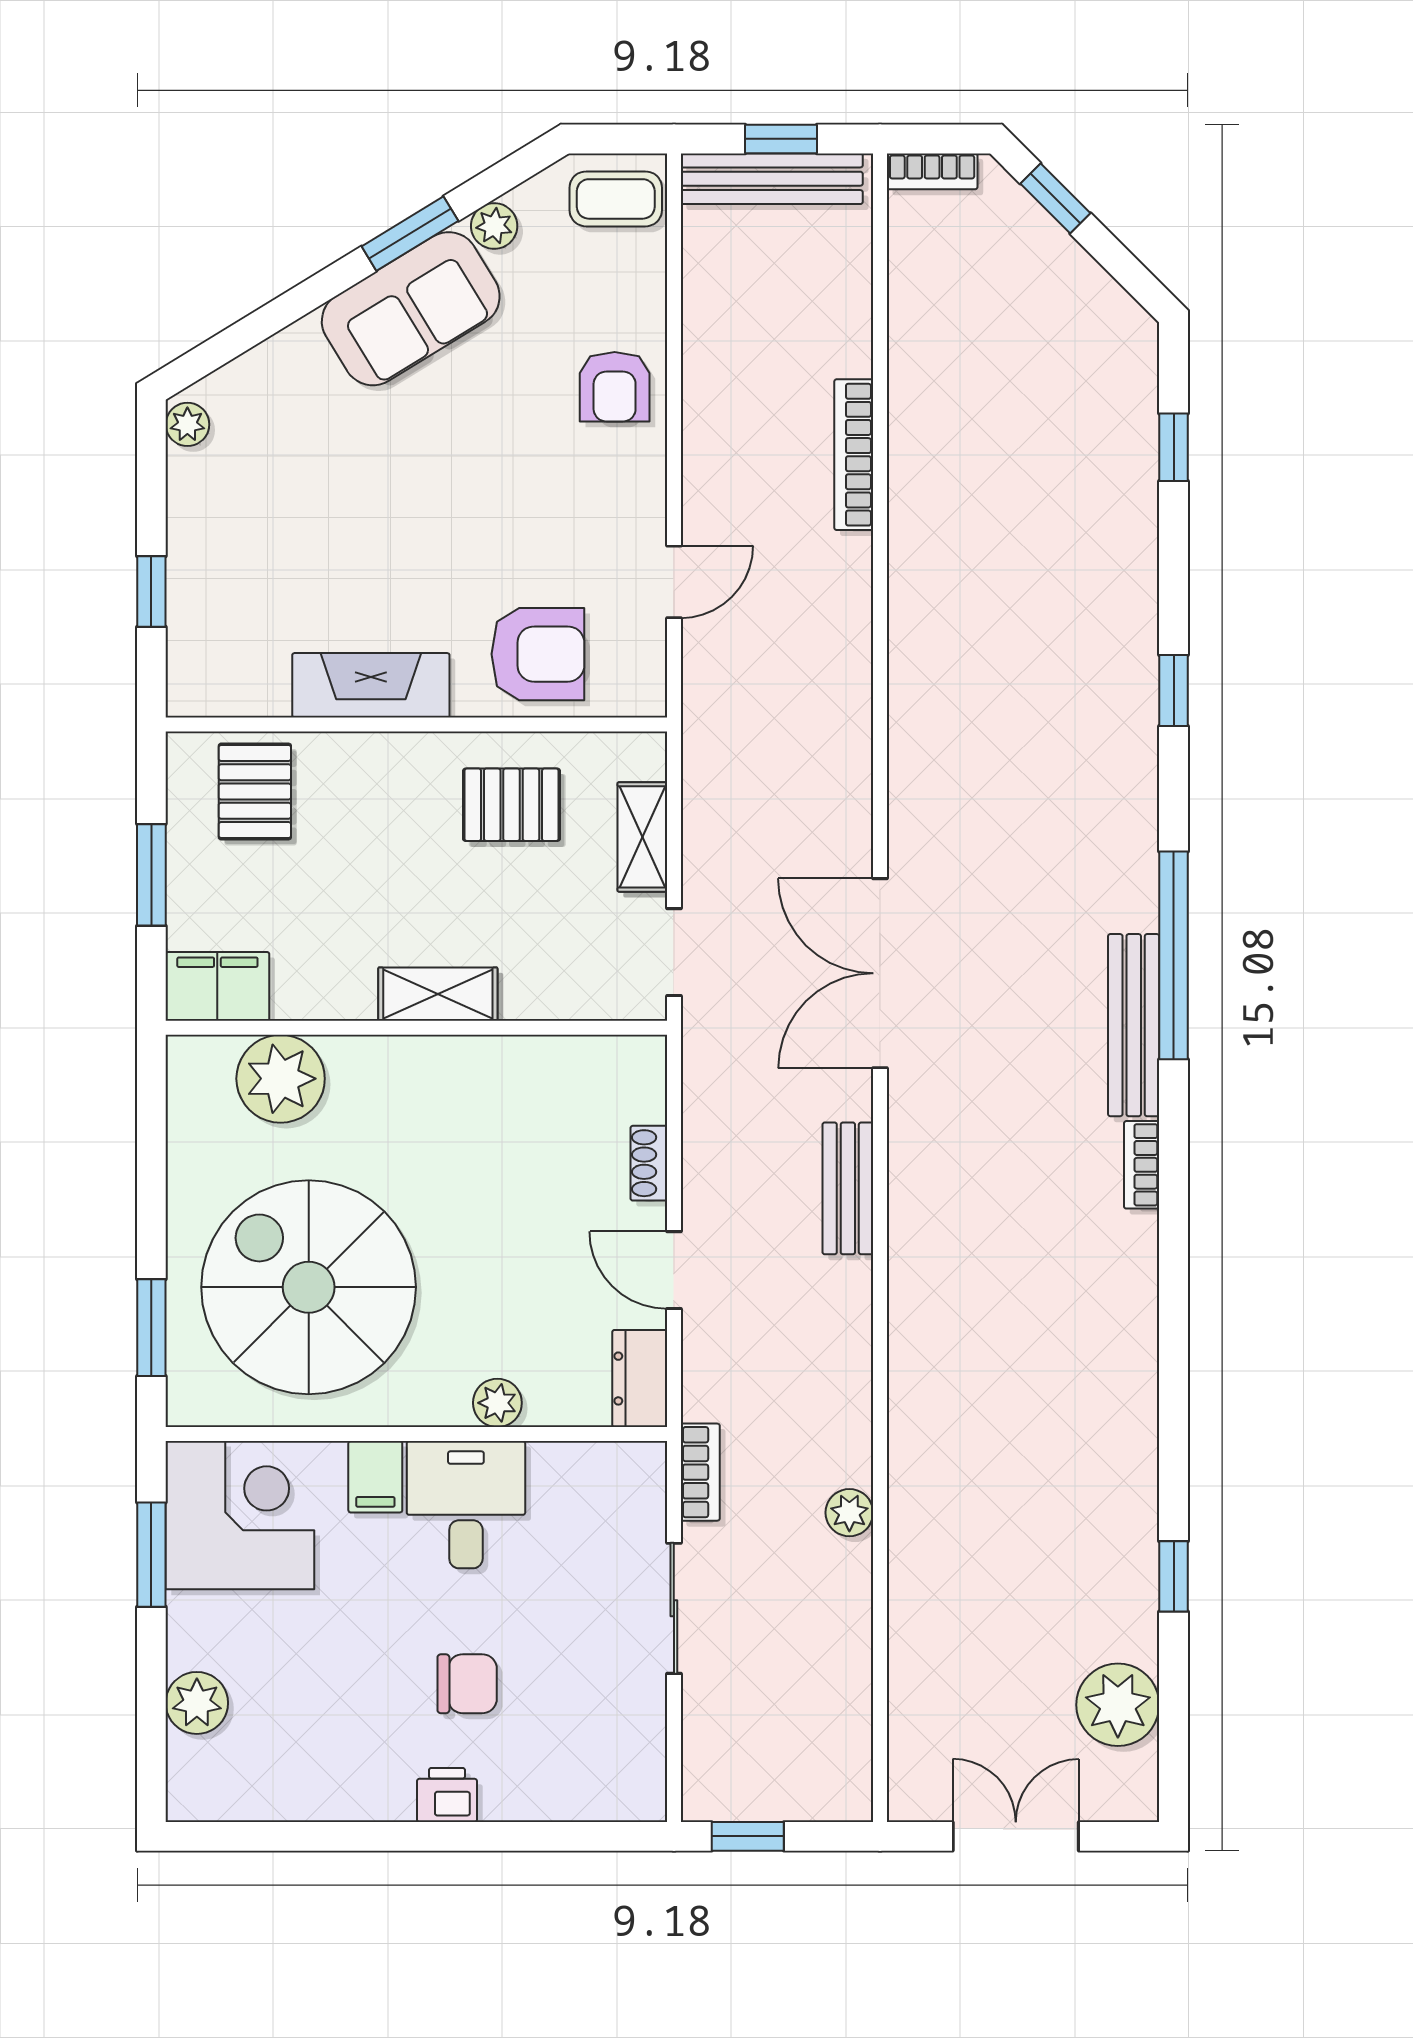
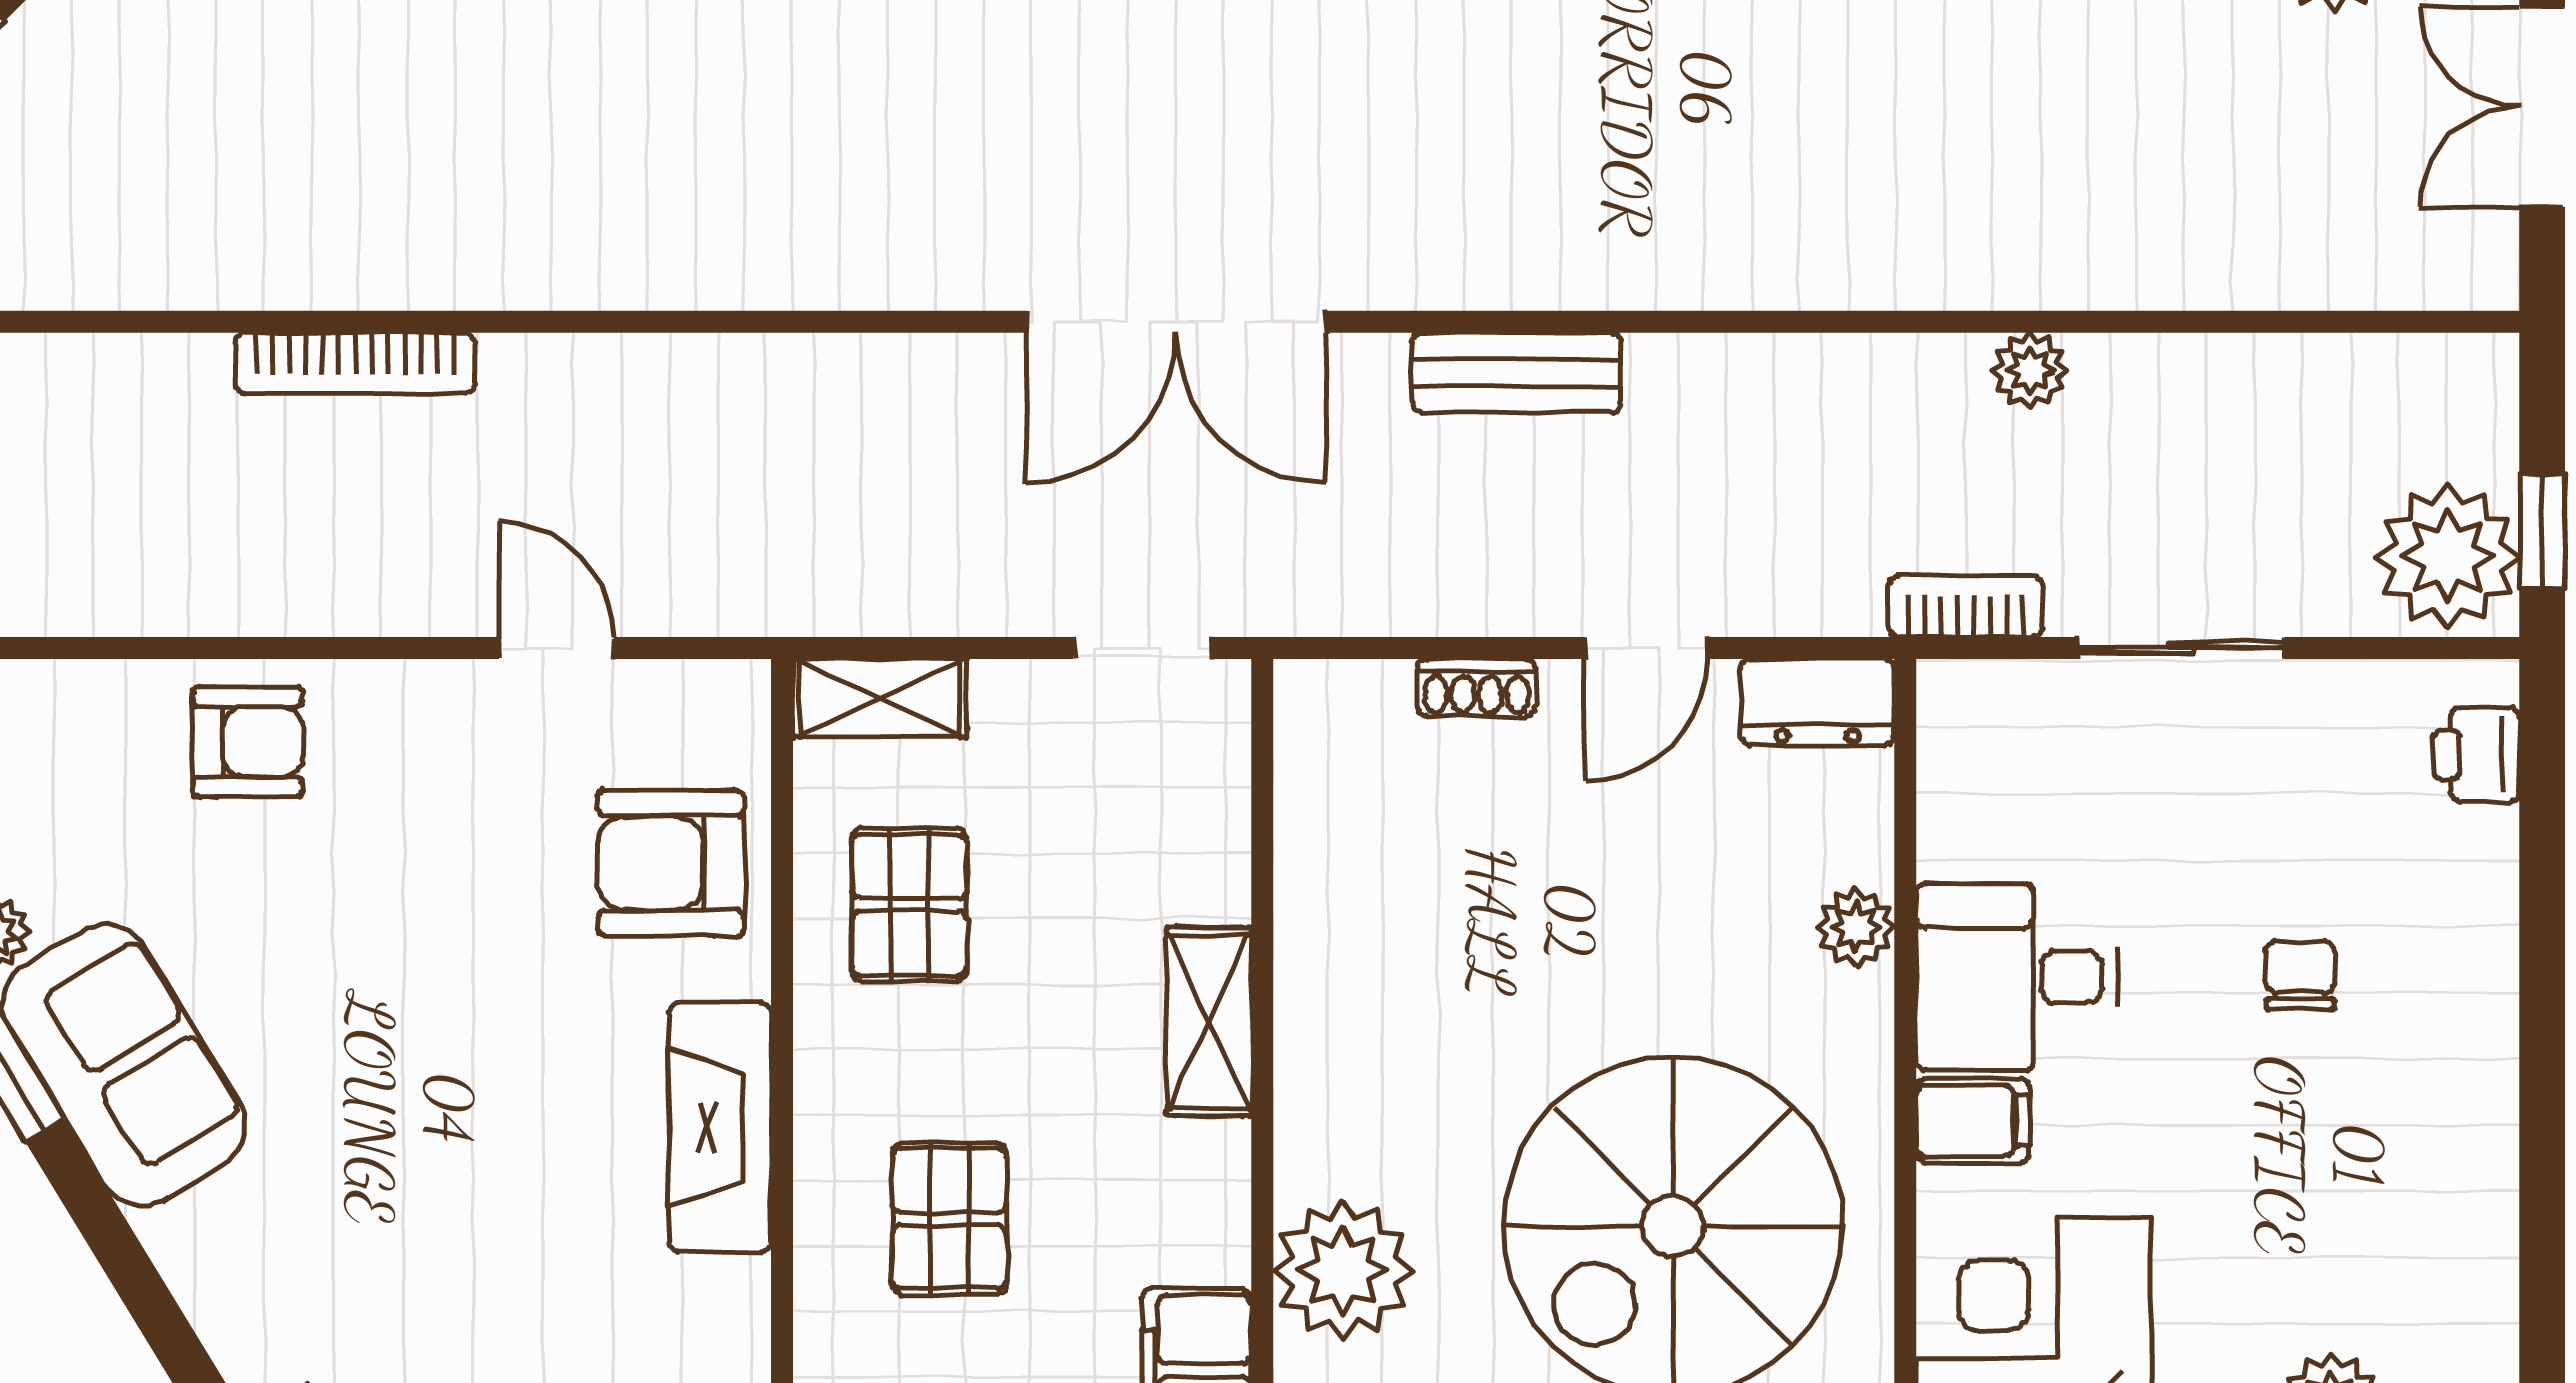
armchair: (538, 654) -> (671, 863), turned -90
pallet: (255, 791) -> (949, 1219), moved, turned 90
shelving: (642, 837) -> (880, 698), moved
chair: (467, 1684) -> (2300, 975), width x0.73, depth x0.73
plant: (732, 1777) -> (2447, 556), added
printer: (447, 1795) -> (2477, 755), moved

